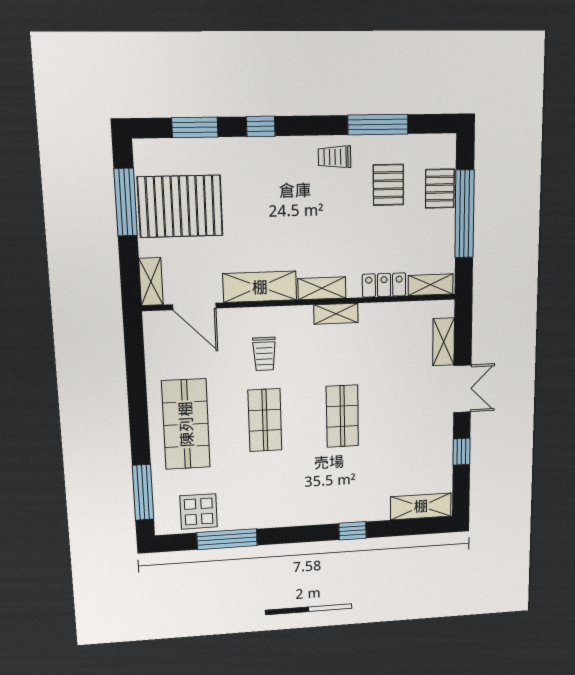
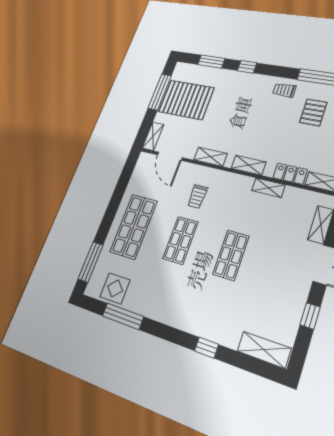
shelving: (260, 287) -> (211, 157), width x0.67, depth x0.75
shelving: (336, 314) -> (268, 188), moved

